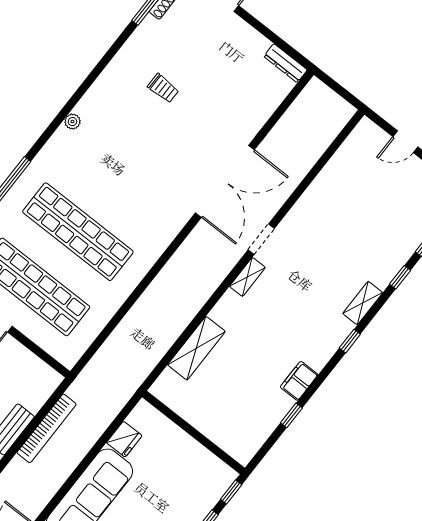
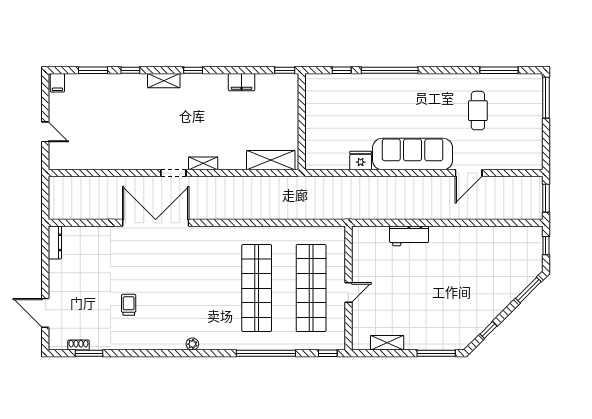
window: (291, 415) -> (285, 70), moved
bookcase: (47, 428) -> (391, 213), removed
wall: (193, 433) -> (302, 122), moved

